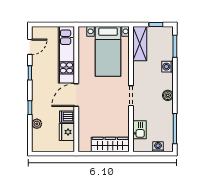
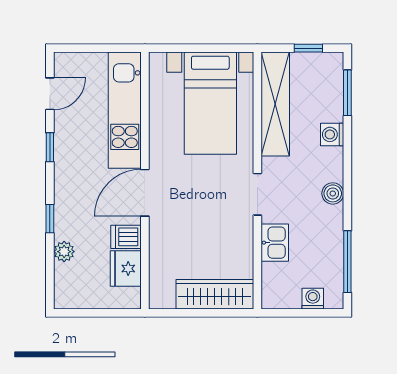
shelving: (140, 44) -> (275, 104), width x1.47
kitchen sink: (139, 130) -> (275, 243), moved

